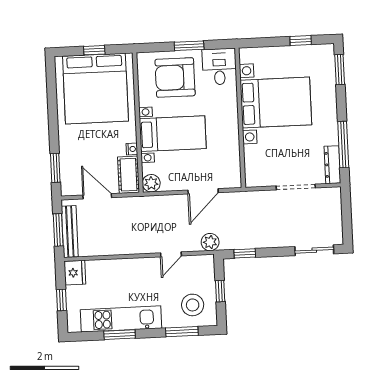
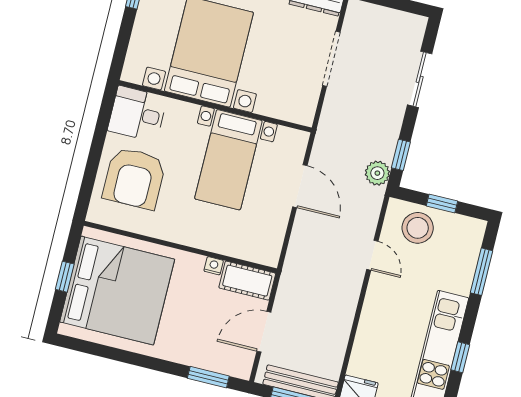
window: (189, 46) -> (97, 146), removed
bed with nightstands: (173, 134) -> (228, 160), moved, turned 180
plant: (151, 183) -> (268, 253), removed
plant: (210, 242) -> (377, 173), moved
sliding door: (314, 250) -> (420, 79), moved
stool: (193, 305) -> (418, 228), moved
window: (120, 335) -> (460, 357), width x0.67

